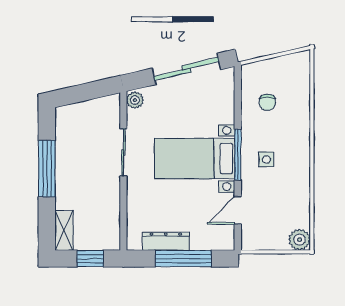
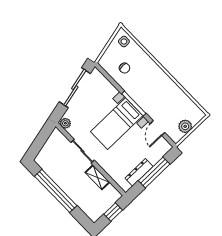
side table: (266, 159) -> (124, 41), moved
window: (47, 169) -> (56, 191), width x1.46
shelving: (64, 230) -> (97, 177), moved
plant: (300, 240) -> (185, 126), moved

